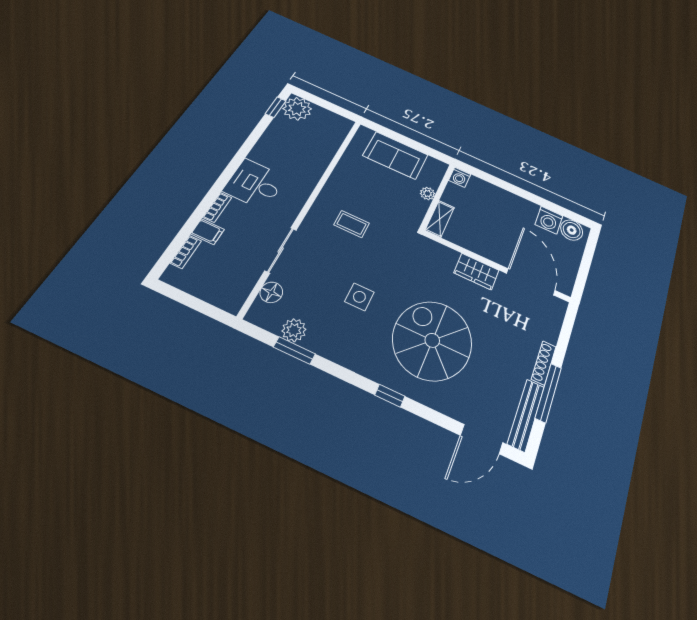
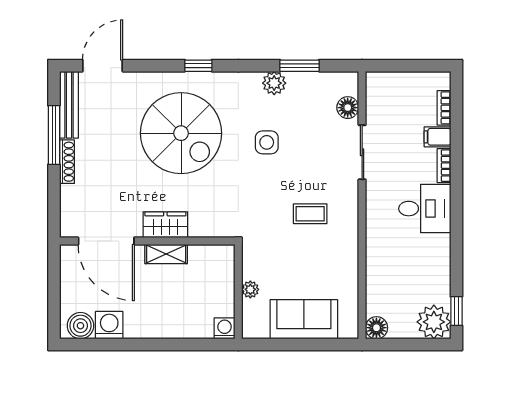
floor lamp: (343, 125) -> (376, 328), added
shelving: (440, 219) -> (166, 254), moved, turned 90
plant: (294, 330) -> (274, 83), moved

